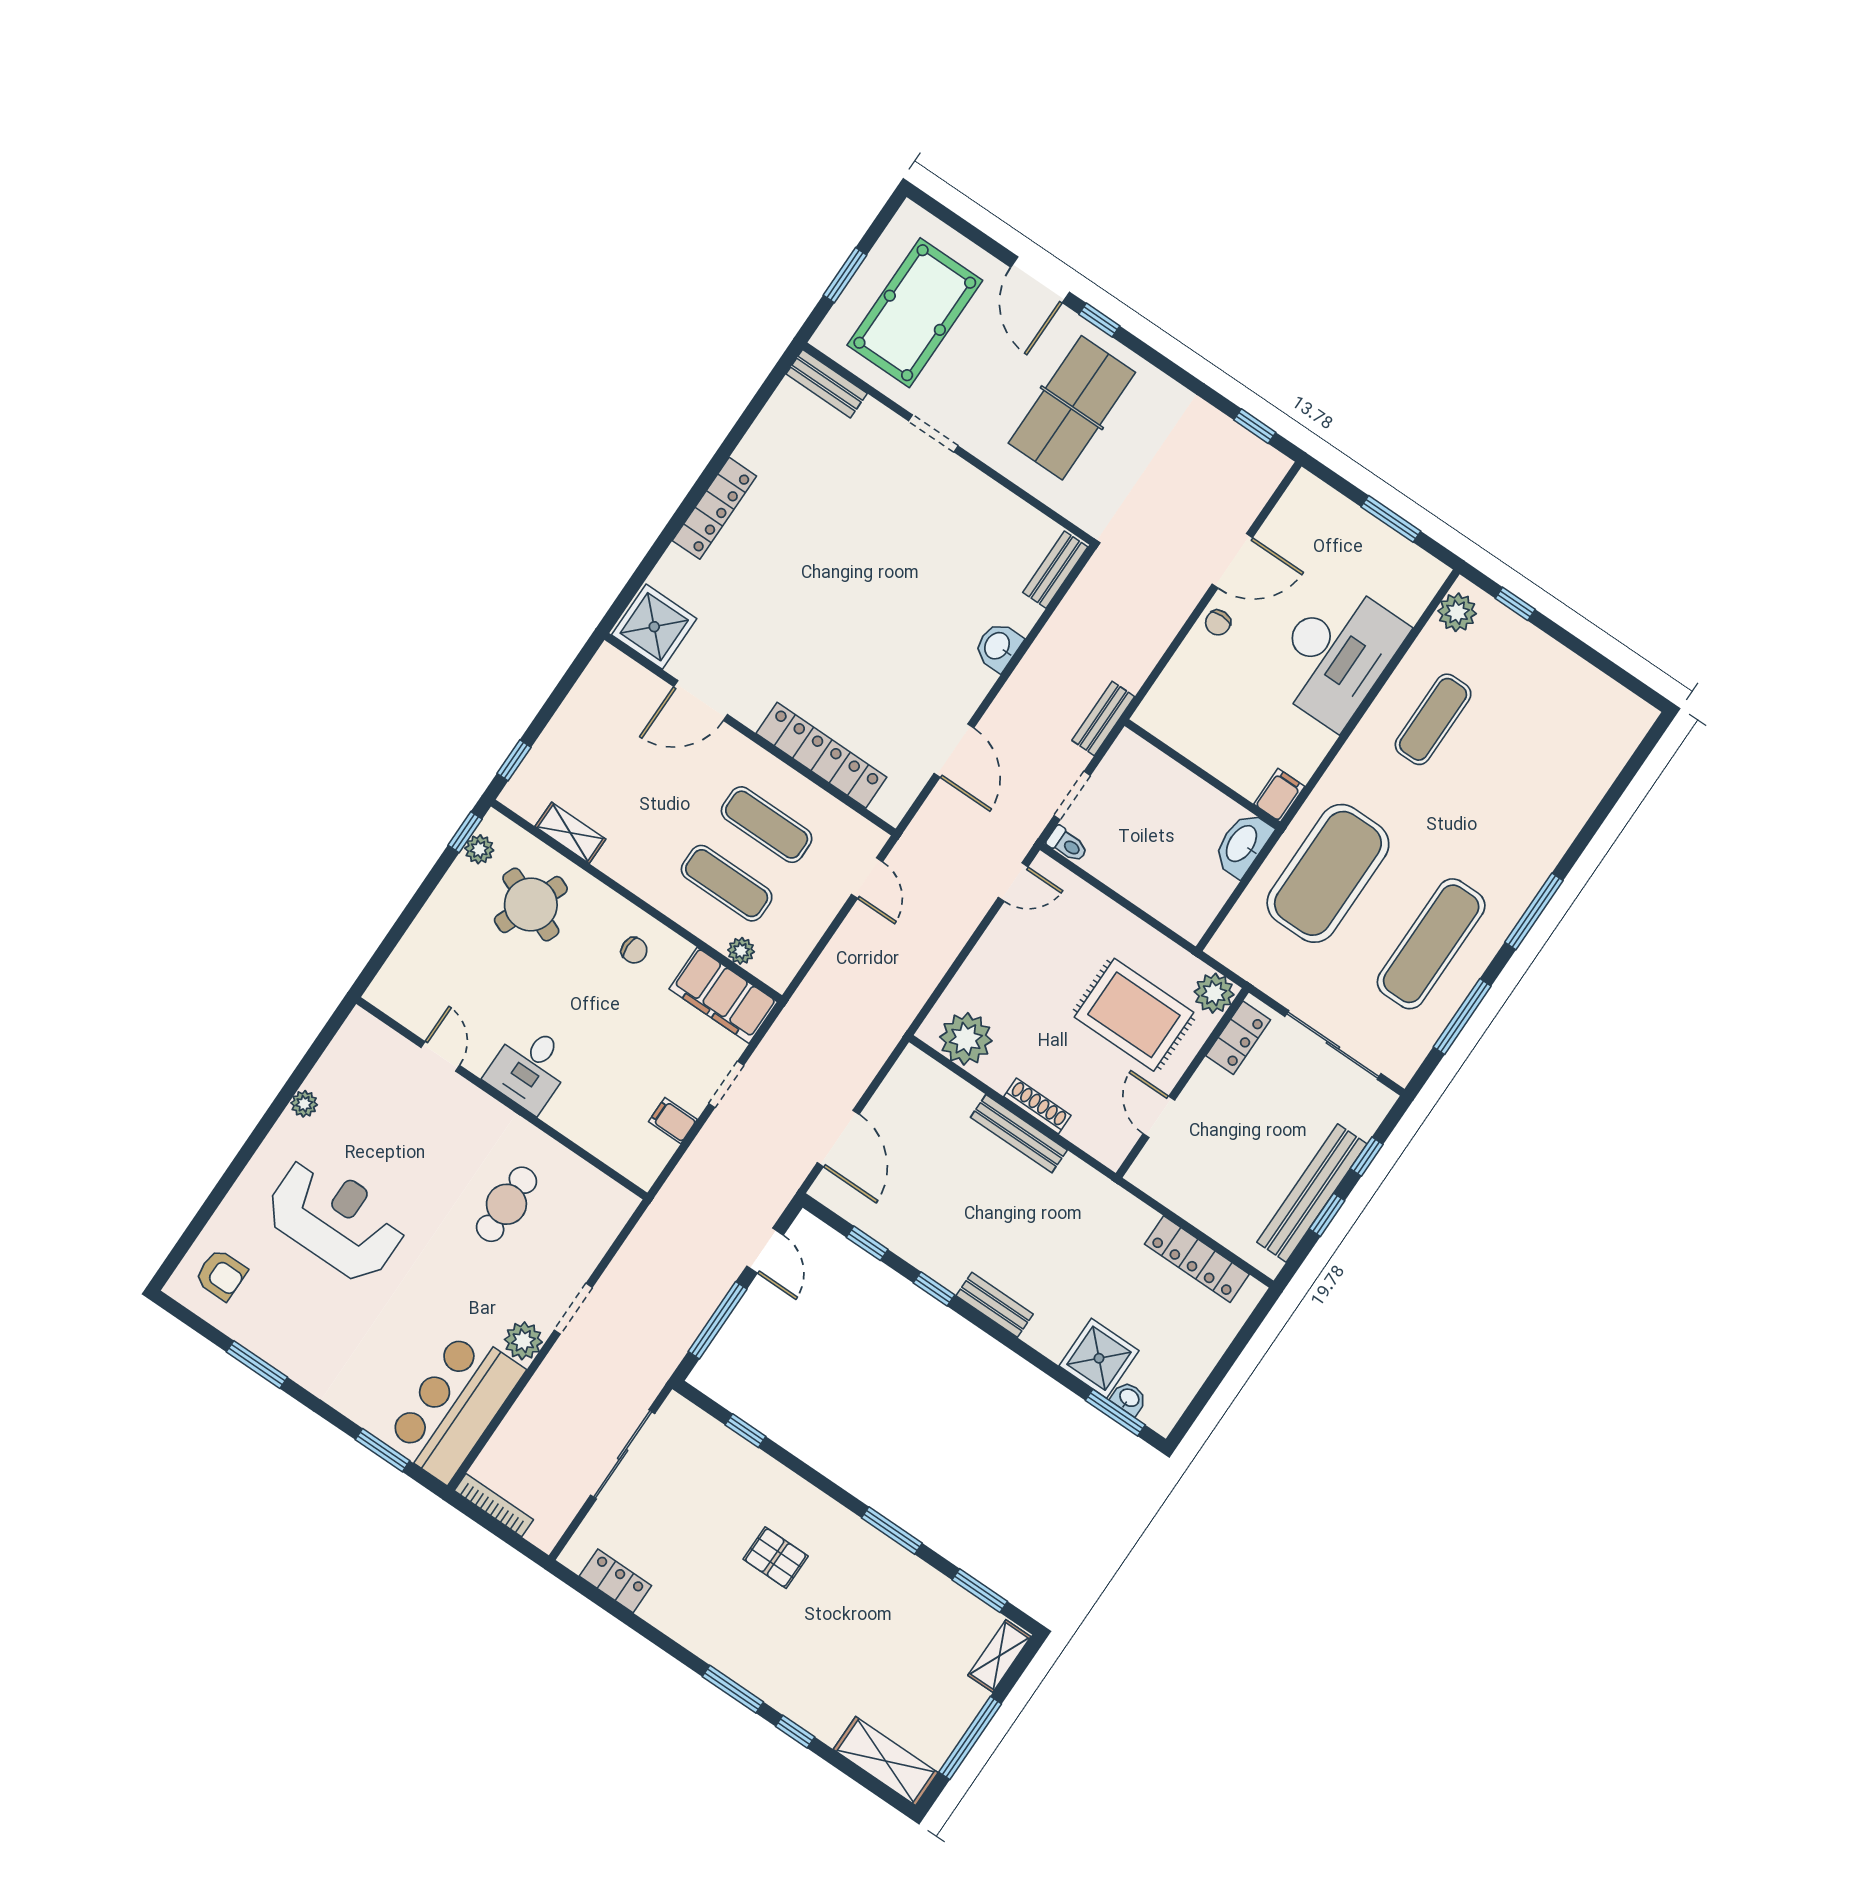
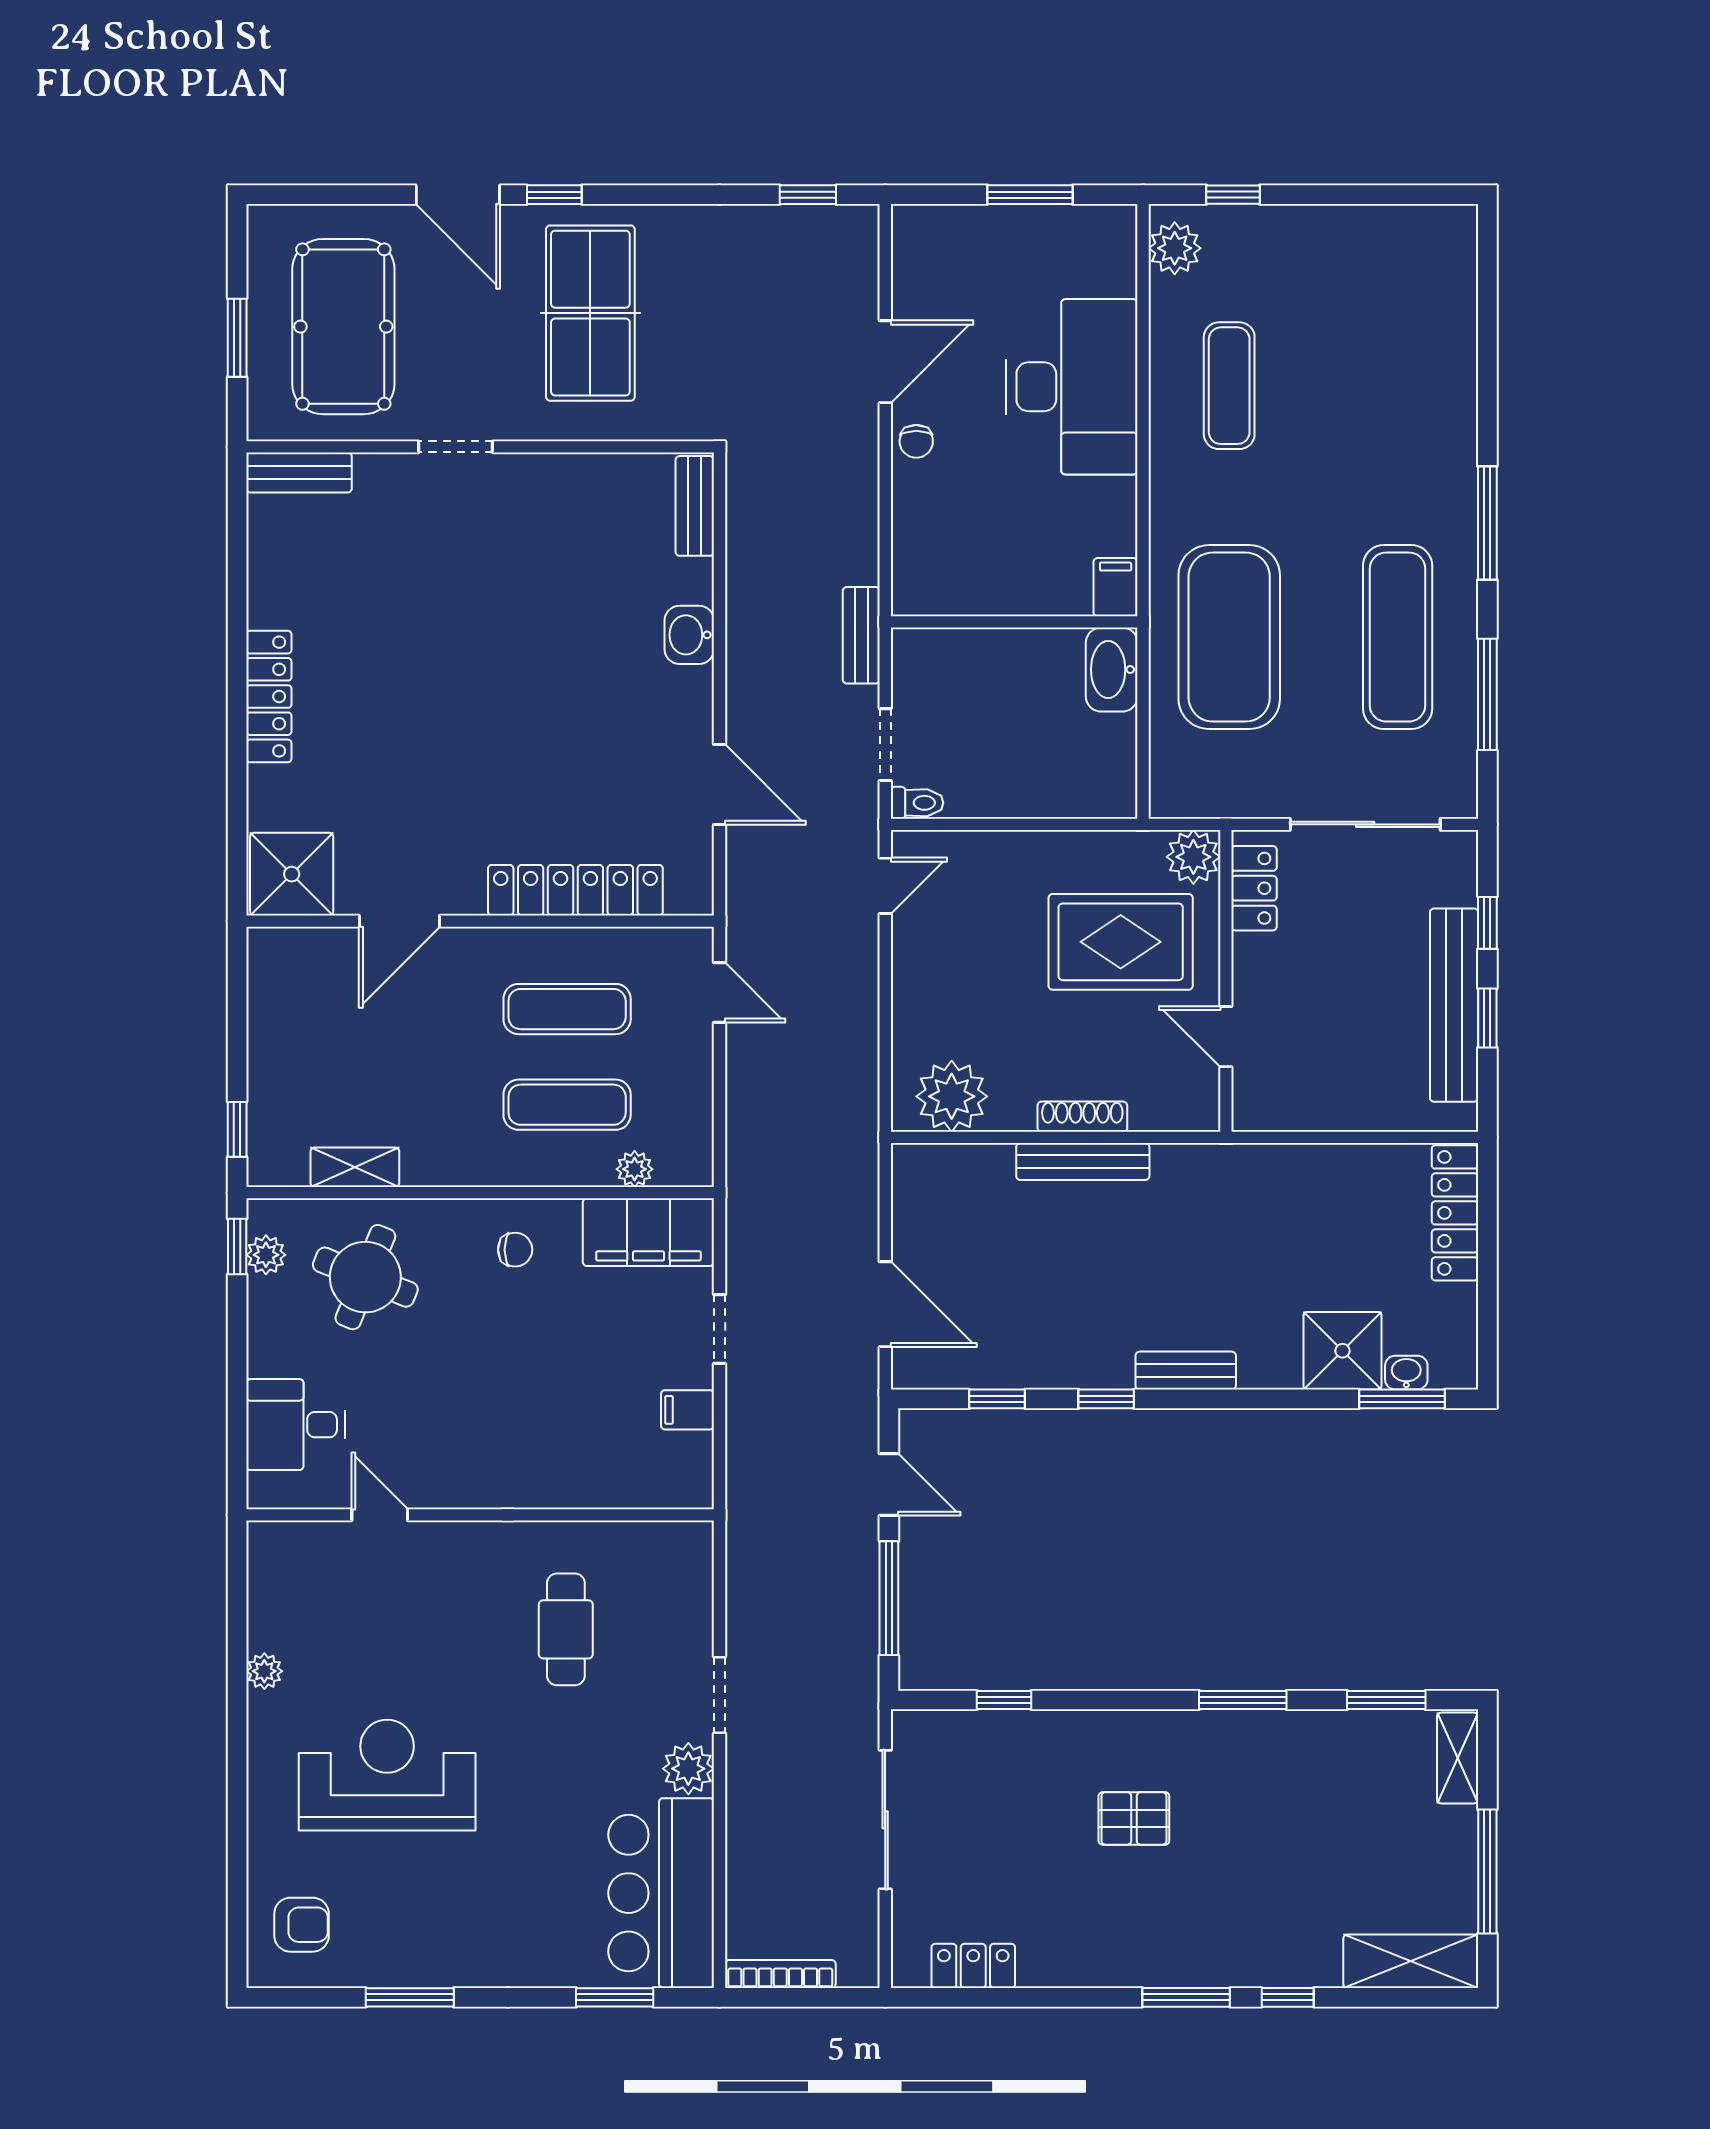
desk: (530, 1068) -> (295, 1425), moved, turned 90
locker: (1197, 1259) -> (1455, 1213), moved, turned 90

